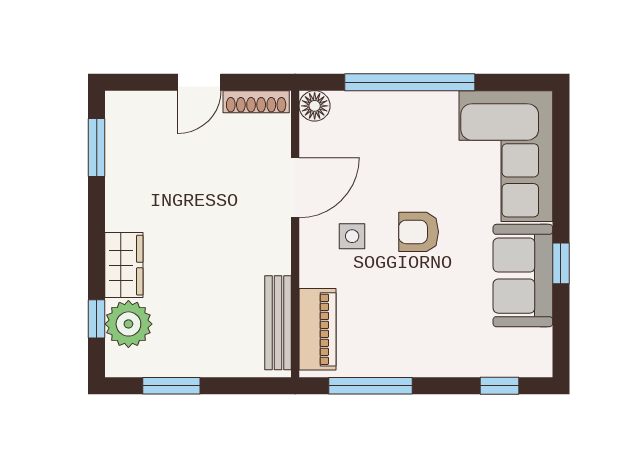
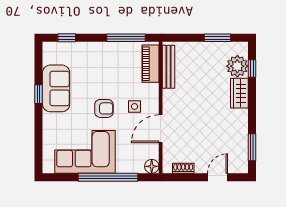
door: (199, 82) -> (217, 177), moved
shoe rack: (256, 102) -> (183, 168), width x0.70
corner sofa: (506, 156) -> (85, 152), moved, turned -90

